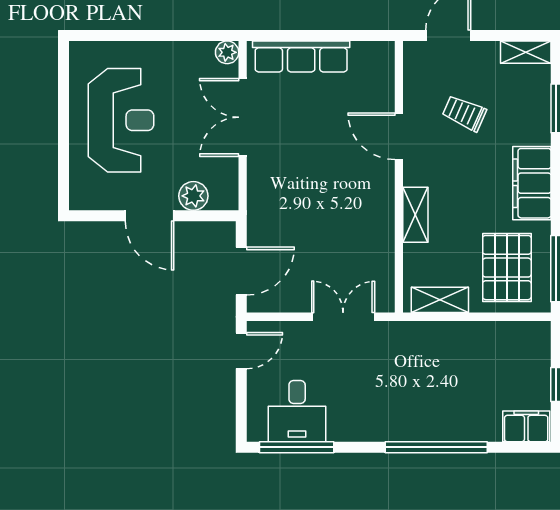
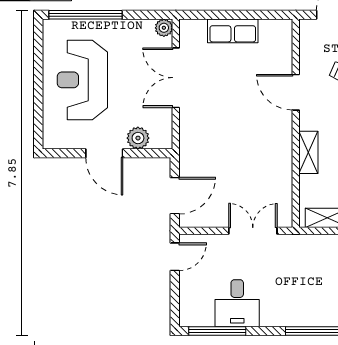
window: (125, 35) -> (85, 15), added
row of seats: (301, 56) -> (233, 31), width x0.68
reception desk: (121, 120) -> (82, 80), turned 180
desk: (297, 411) -> (237, 303), moved

